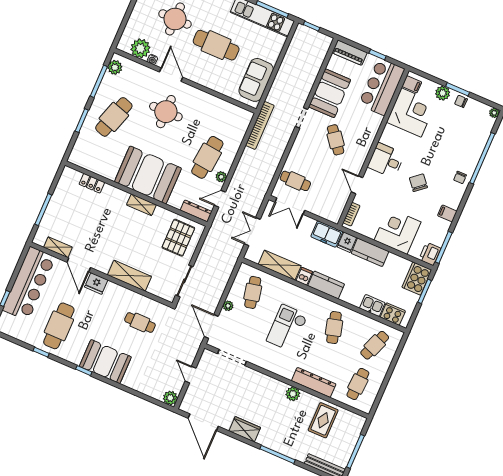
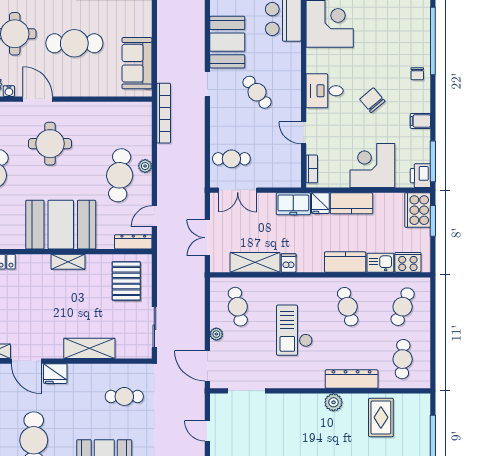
plant: (221, 177) -> (145, 166), moved
kitchen counter: (326, 285) -> (345, 262), moved

